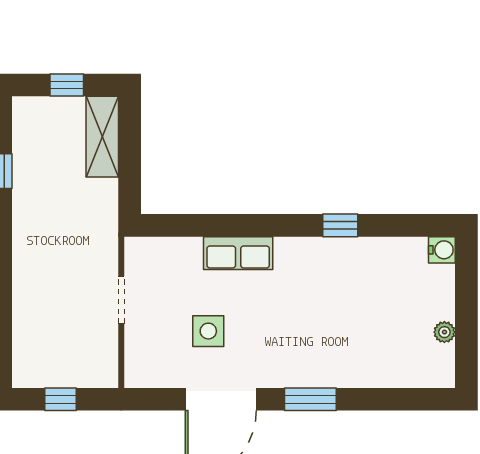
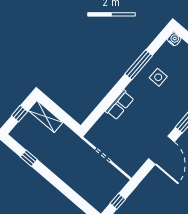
window: (340, 225) -> (139, 65), width x2.17
side table: (208, 331) -> (158, 77), moved

